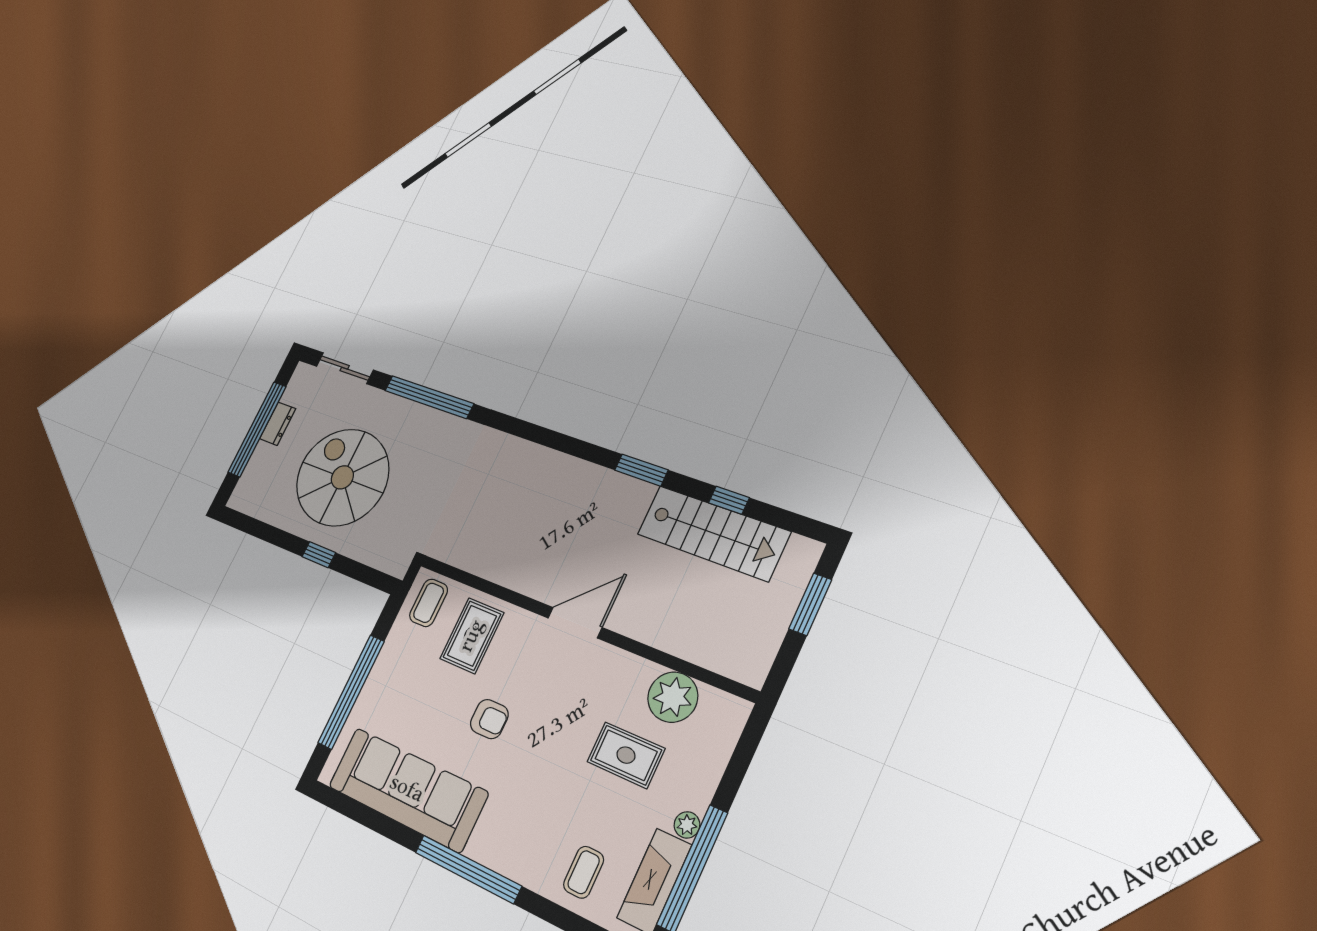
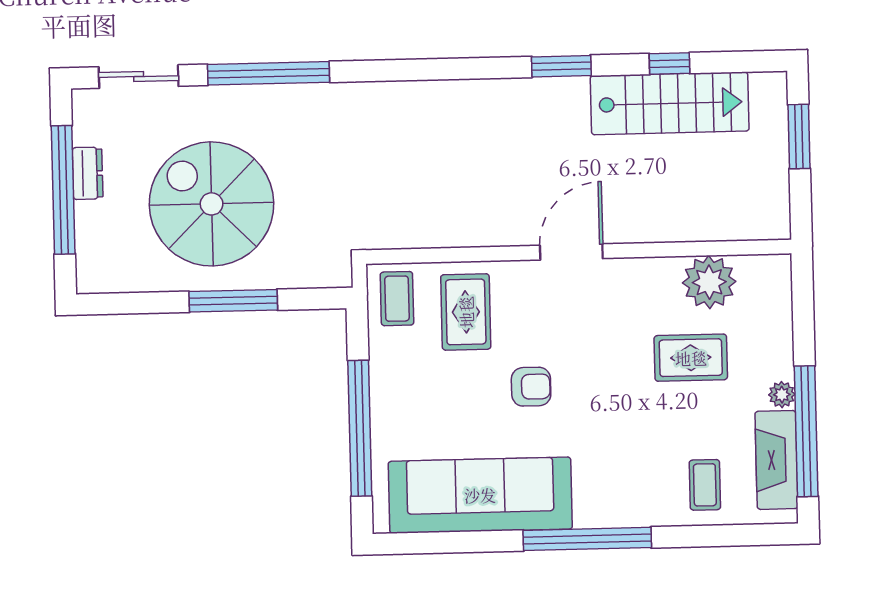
window: (319, 555) -> (233, 301), width x2.17

